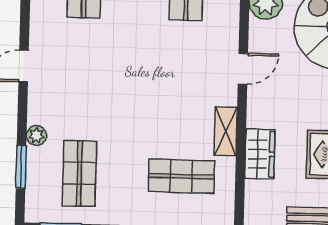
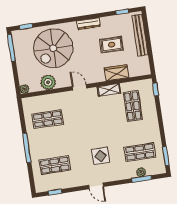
display table: (87, 87) -> (101, 156), added
plant: (36, 135) -> (141, 172), moved

